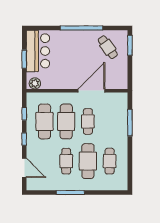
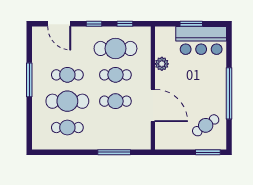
plant: (35, 83) -> (162, 64), moved
cafe table: (66, 121) -> (115, 75), width x0.73, depth x0.74
door: (24, 168) -> (59, 24), hinge flipped

